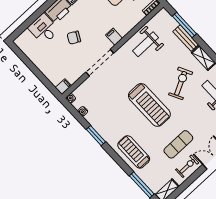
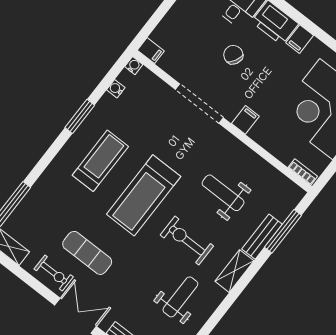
weight bench: (146, 44) -> (223, 193), moved
exercise bike: (181, 83) -> (187, 240), turned -153
treadmill: (134, 152) -> (100, 161), moved

